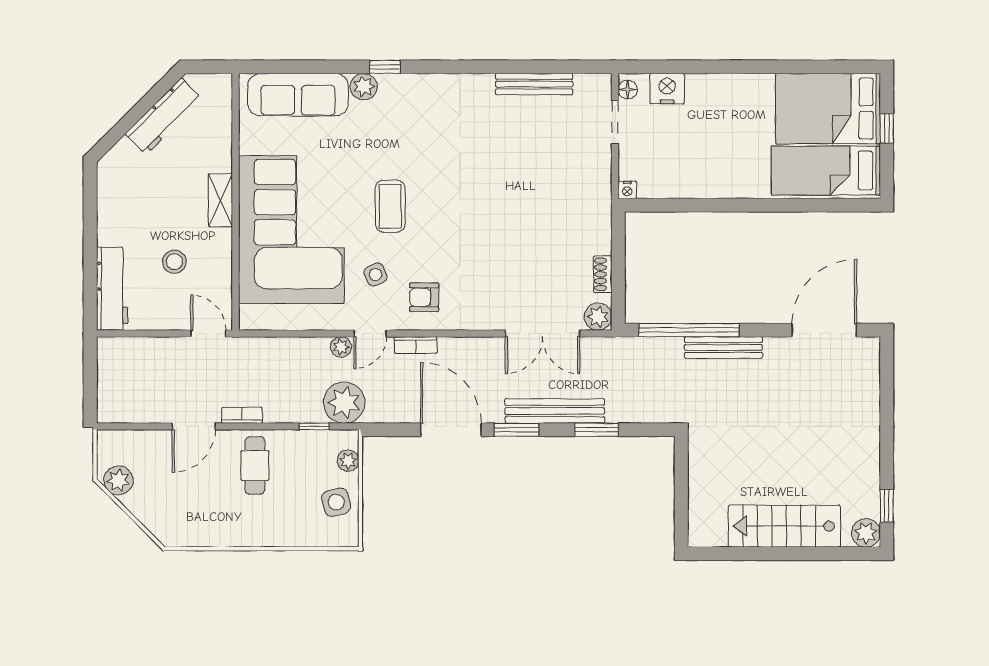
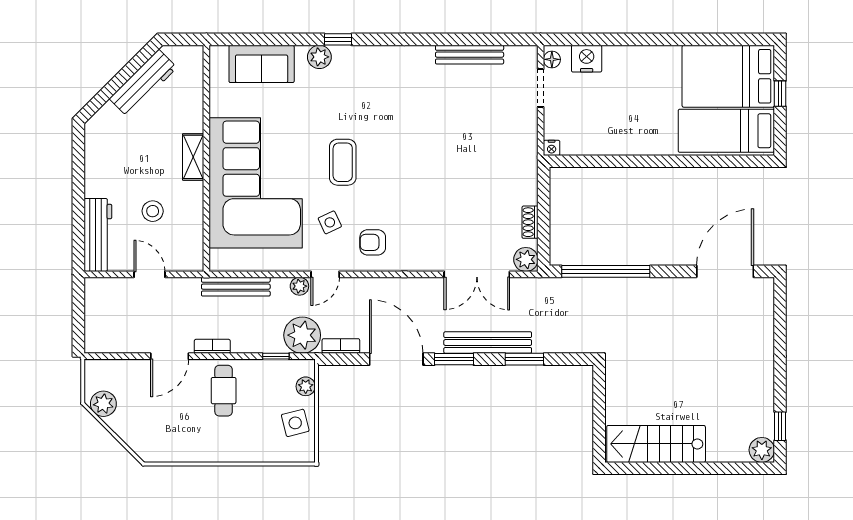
sofa: (298, 95) -> (262, 64), width x0.73
door: (208, 333) -> (150, 274), moved
bookcase: (416, 345) -> (341, 346), moved, turned 180
bench: (723, 347) -> (236, 287), moved
stairs: (784, 526) -> (656, 444), moved

